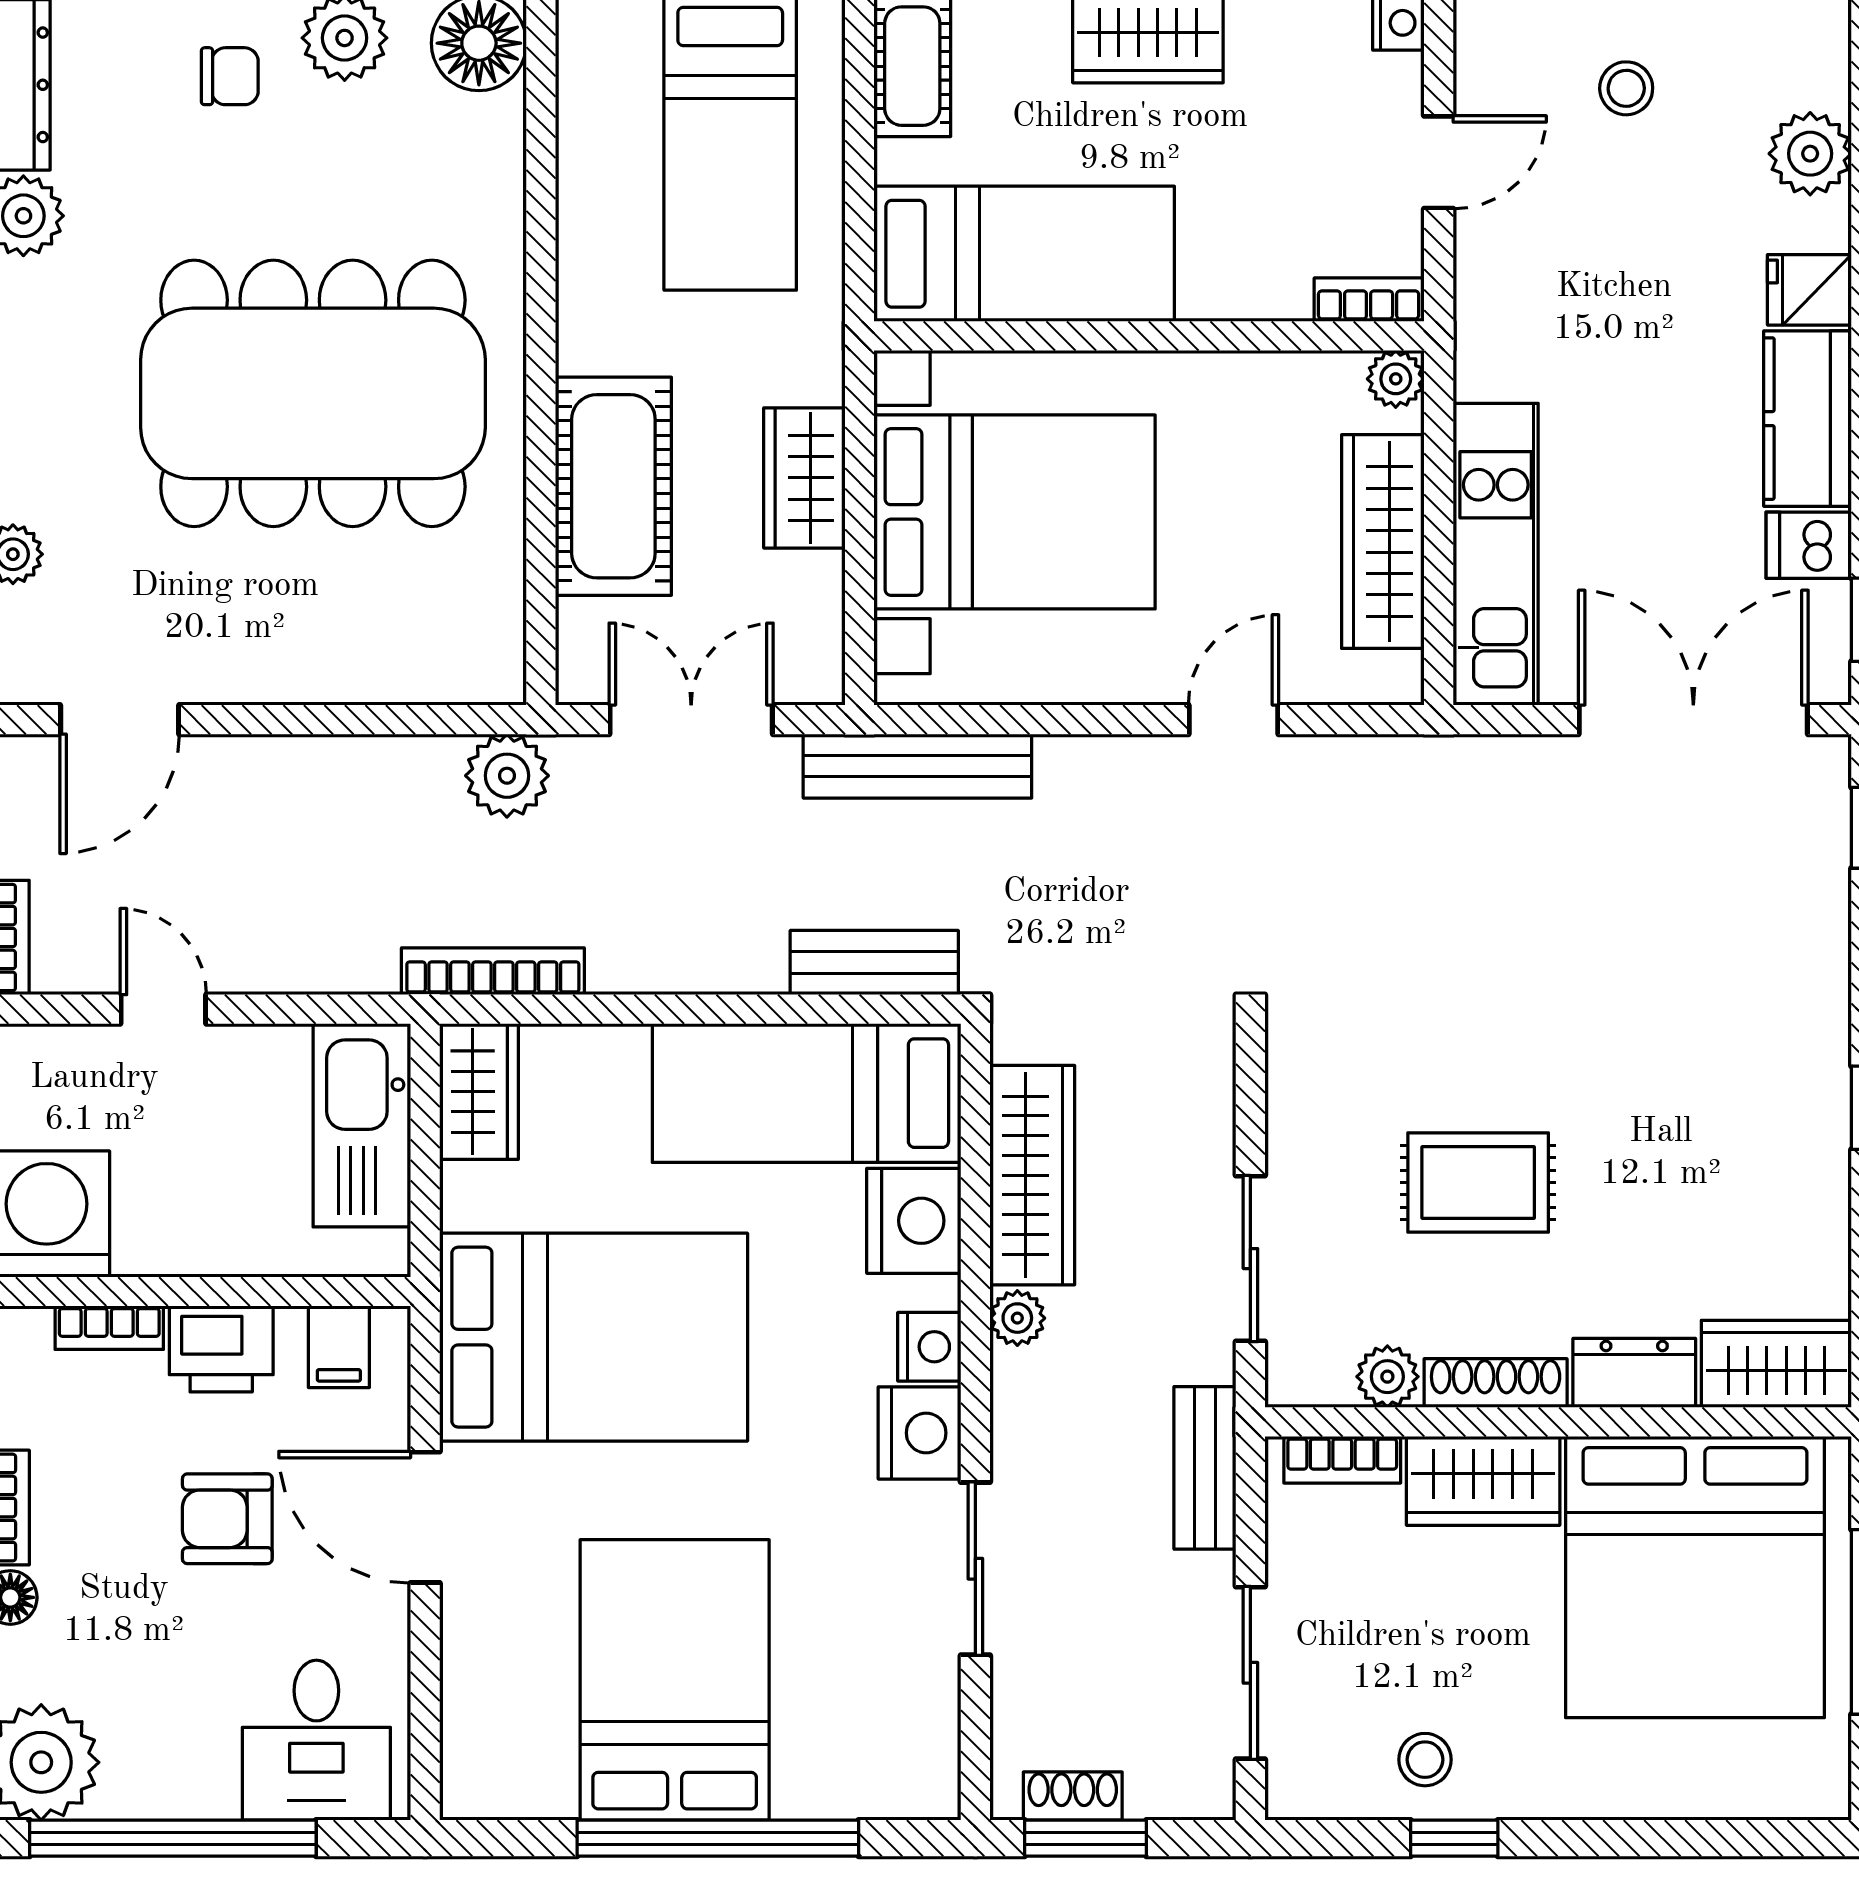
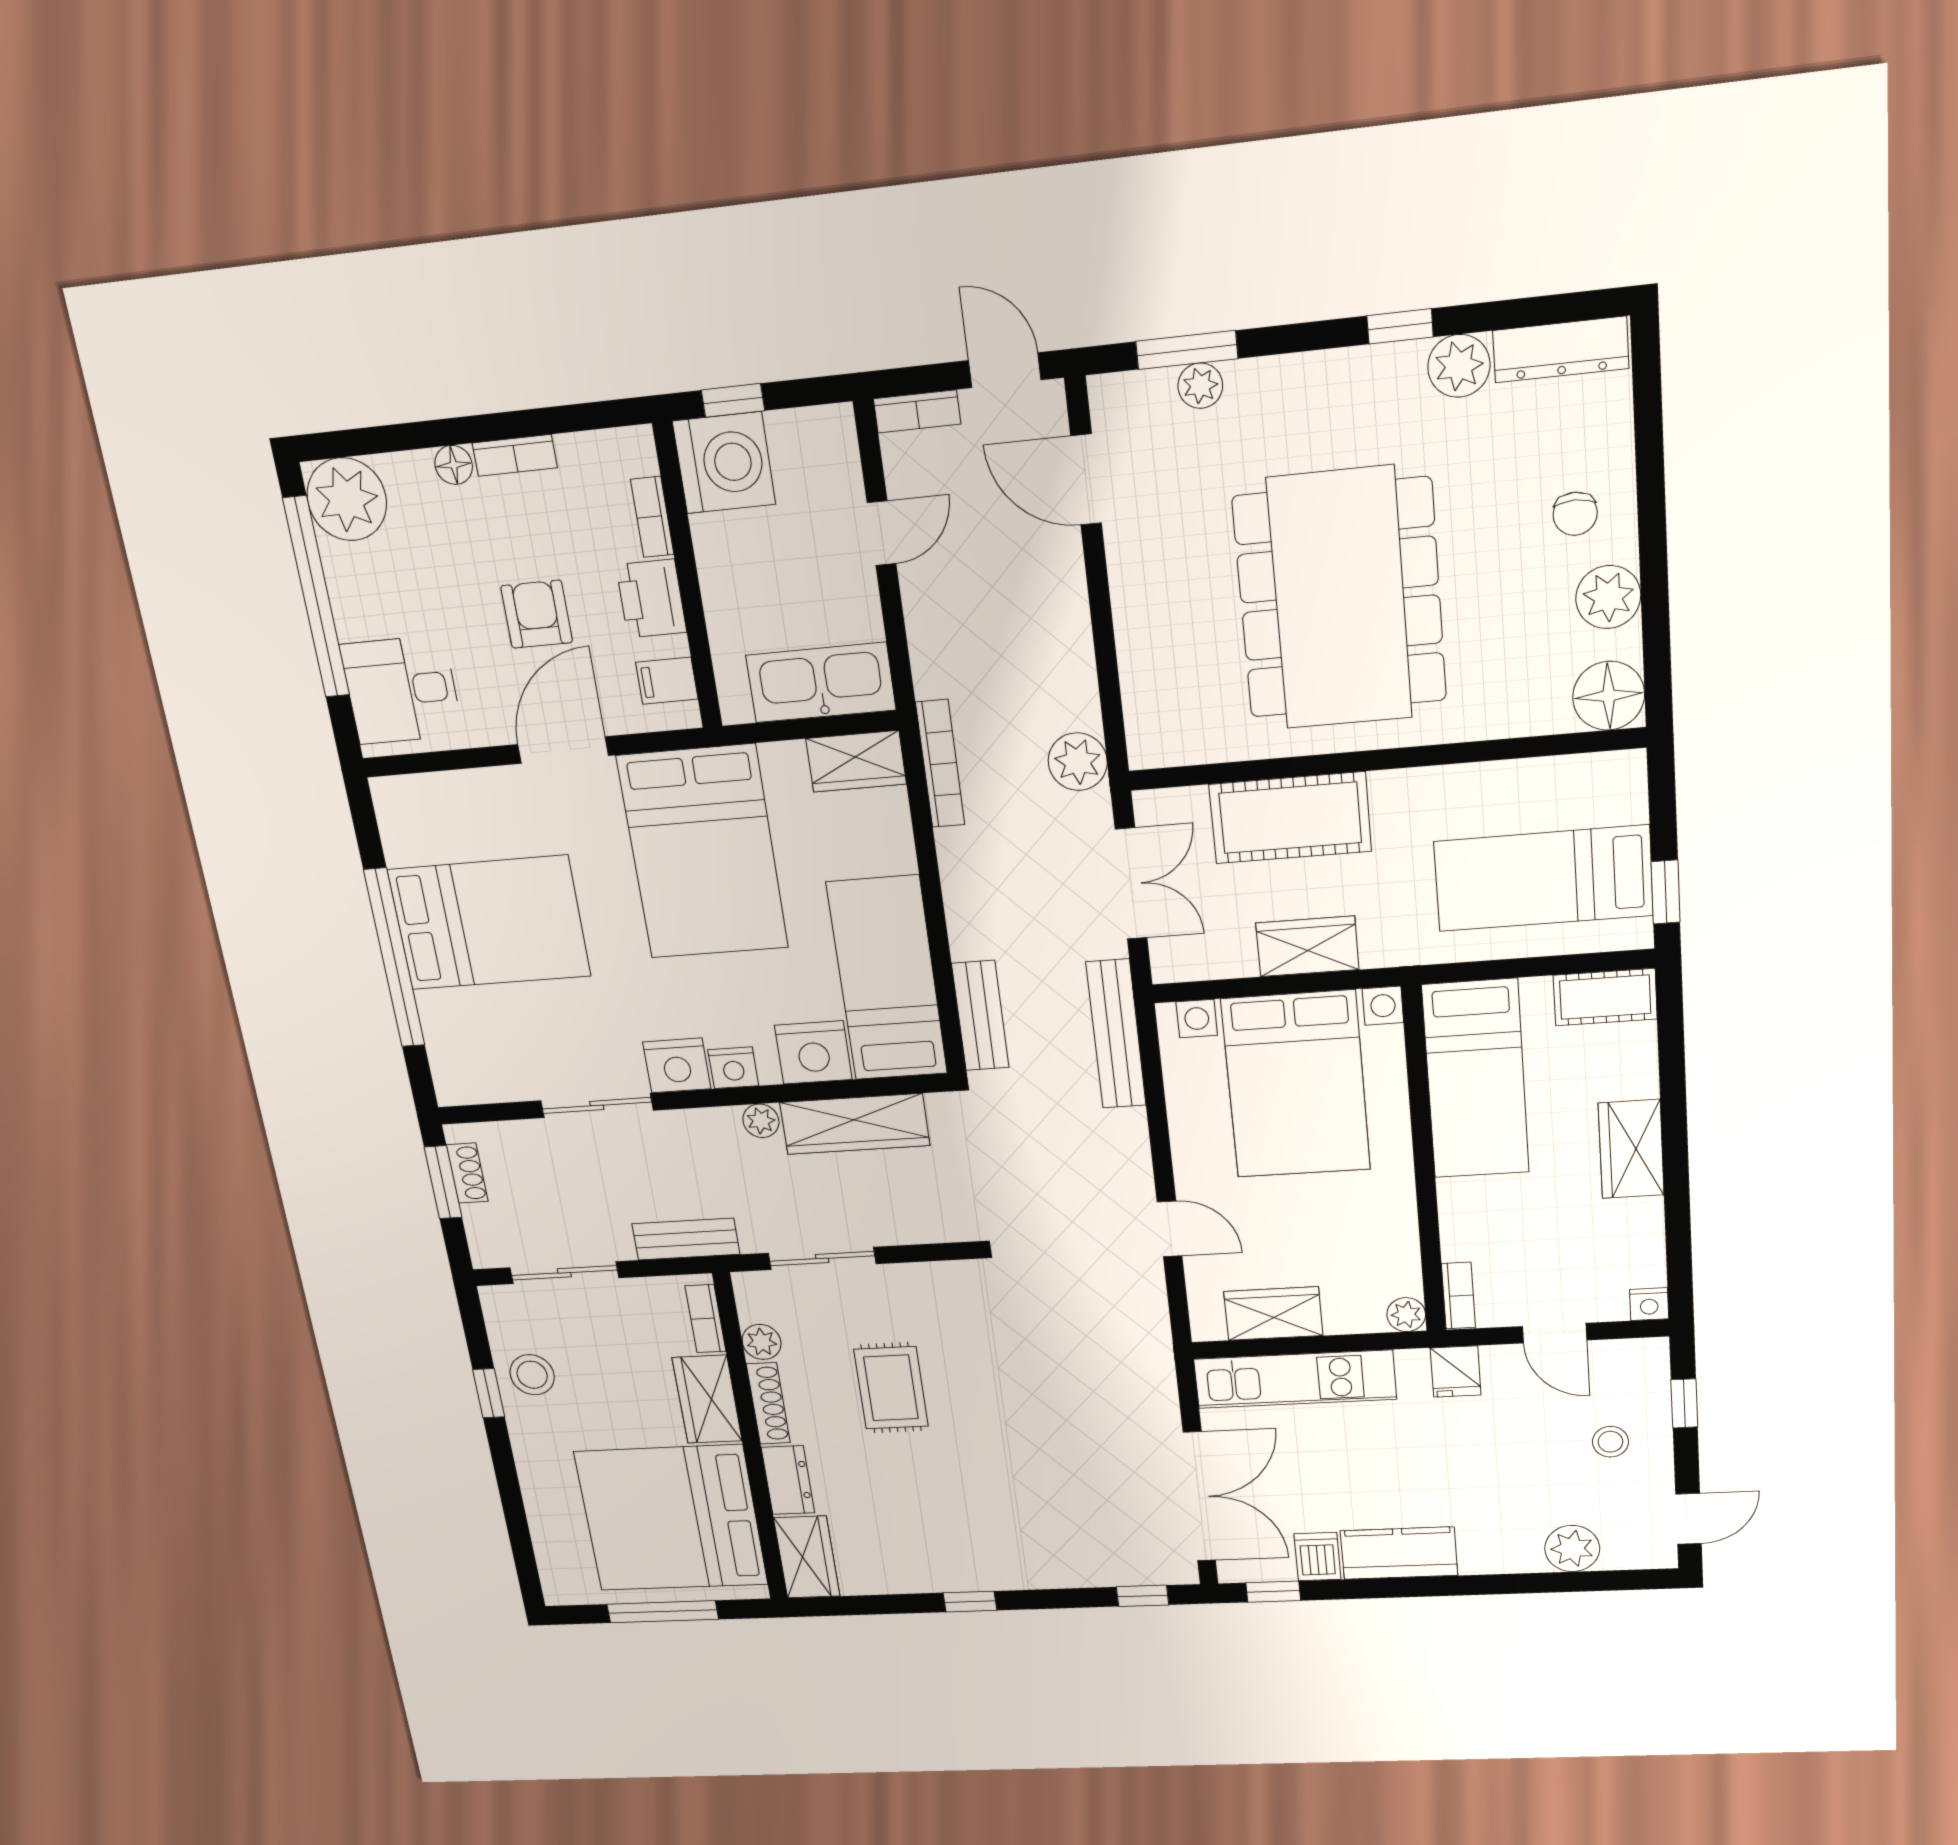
fridge: (1809, 290) -> (1456, 1371), moved, turned 180
wardrobe: (1383, 542) -> (1273, 1314), width x0.67
stool: (1425, 1760) -> (532, 1375), width x1.37, depth x1.37

